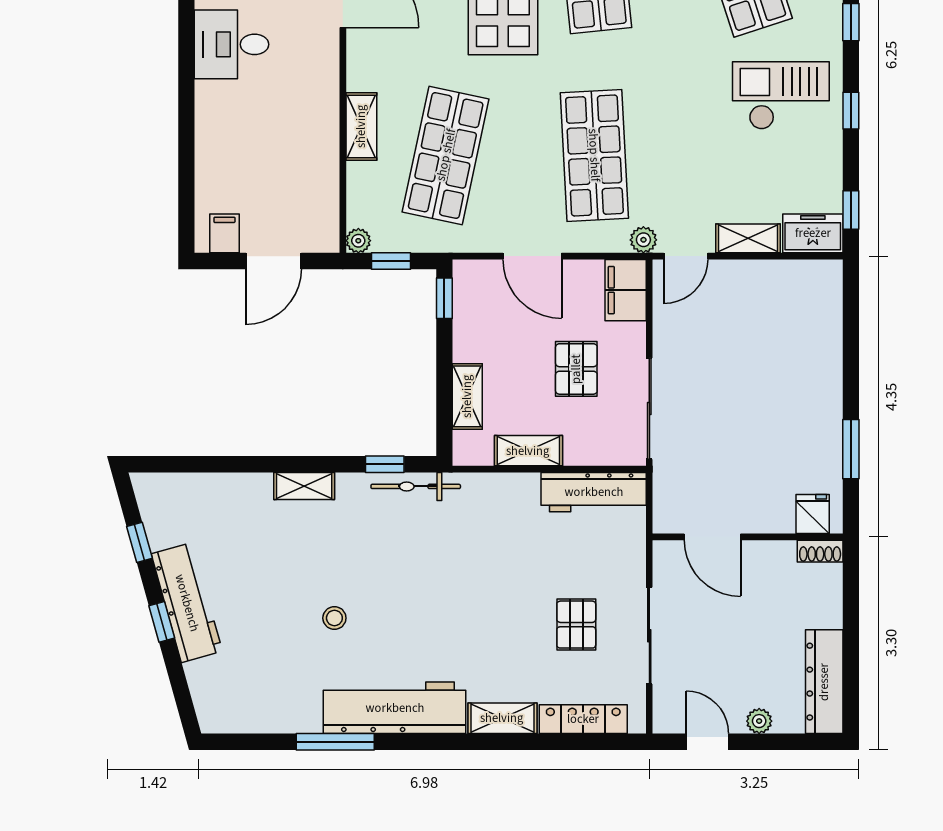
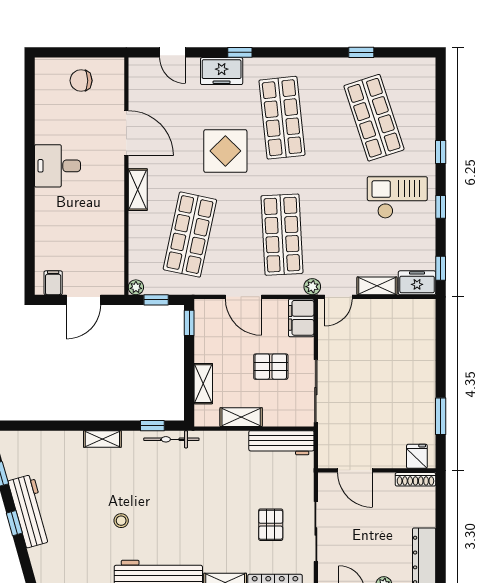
shelving: (361, 126) -> (138, 190), moved
pallet: (576, 369) -> (271, 367), turned 90
shoe rack: (820, 551) -> (415, 479), width x1.43

